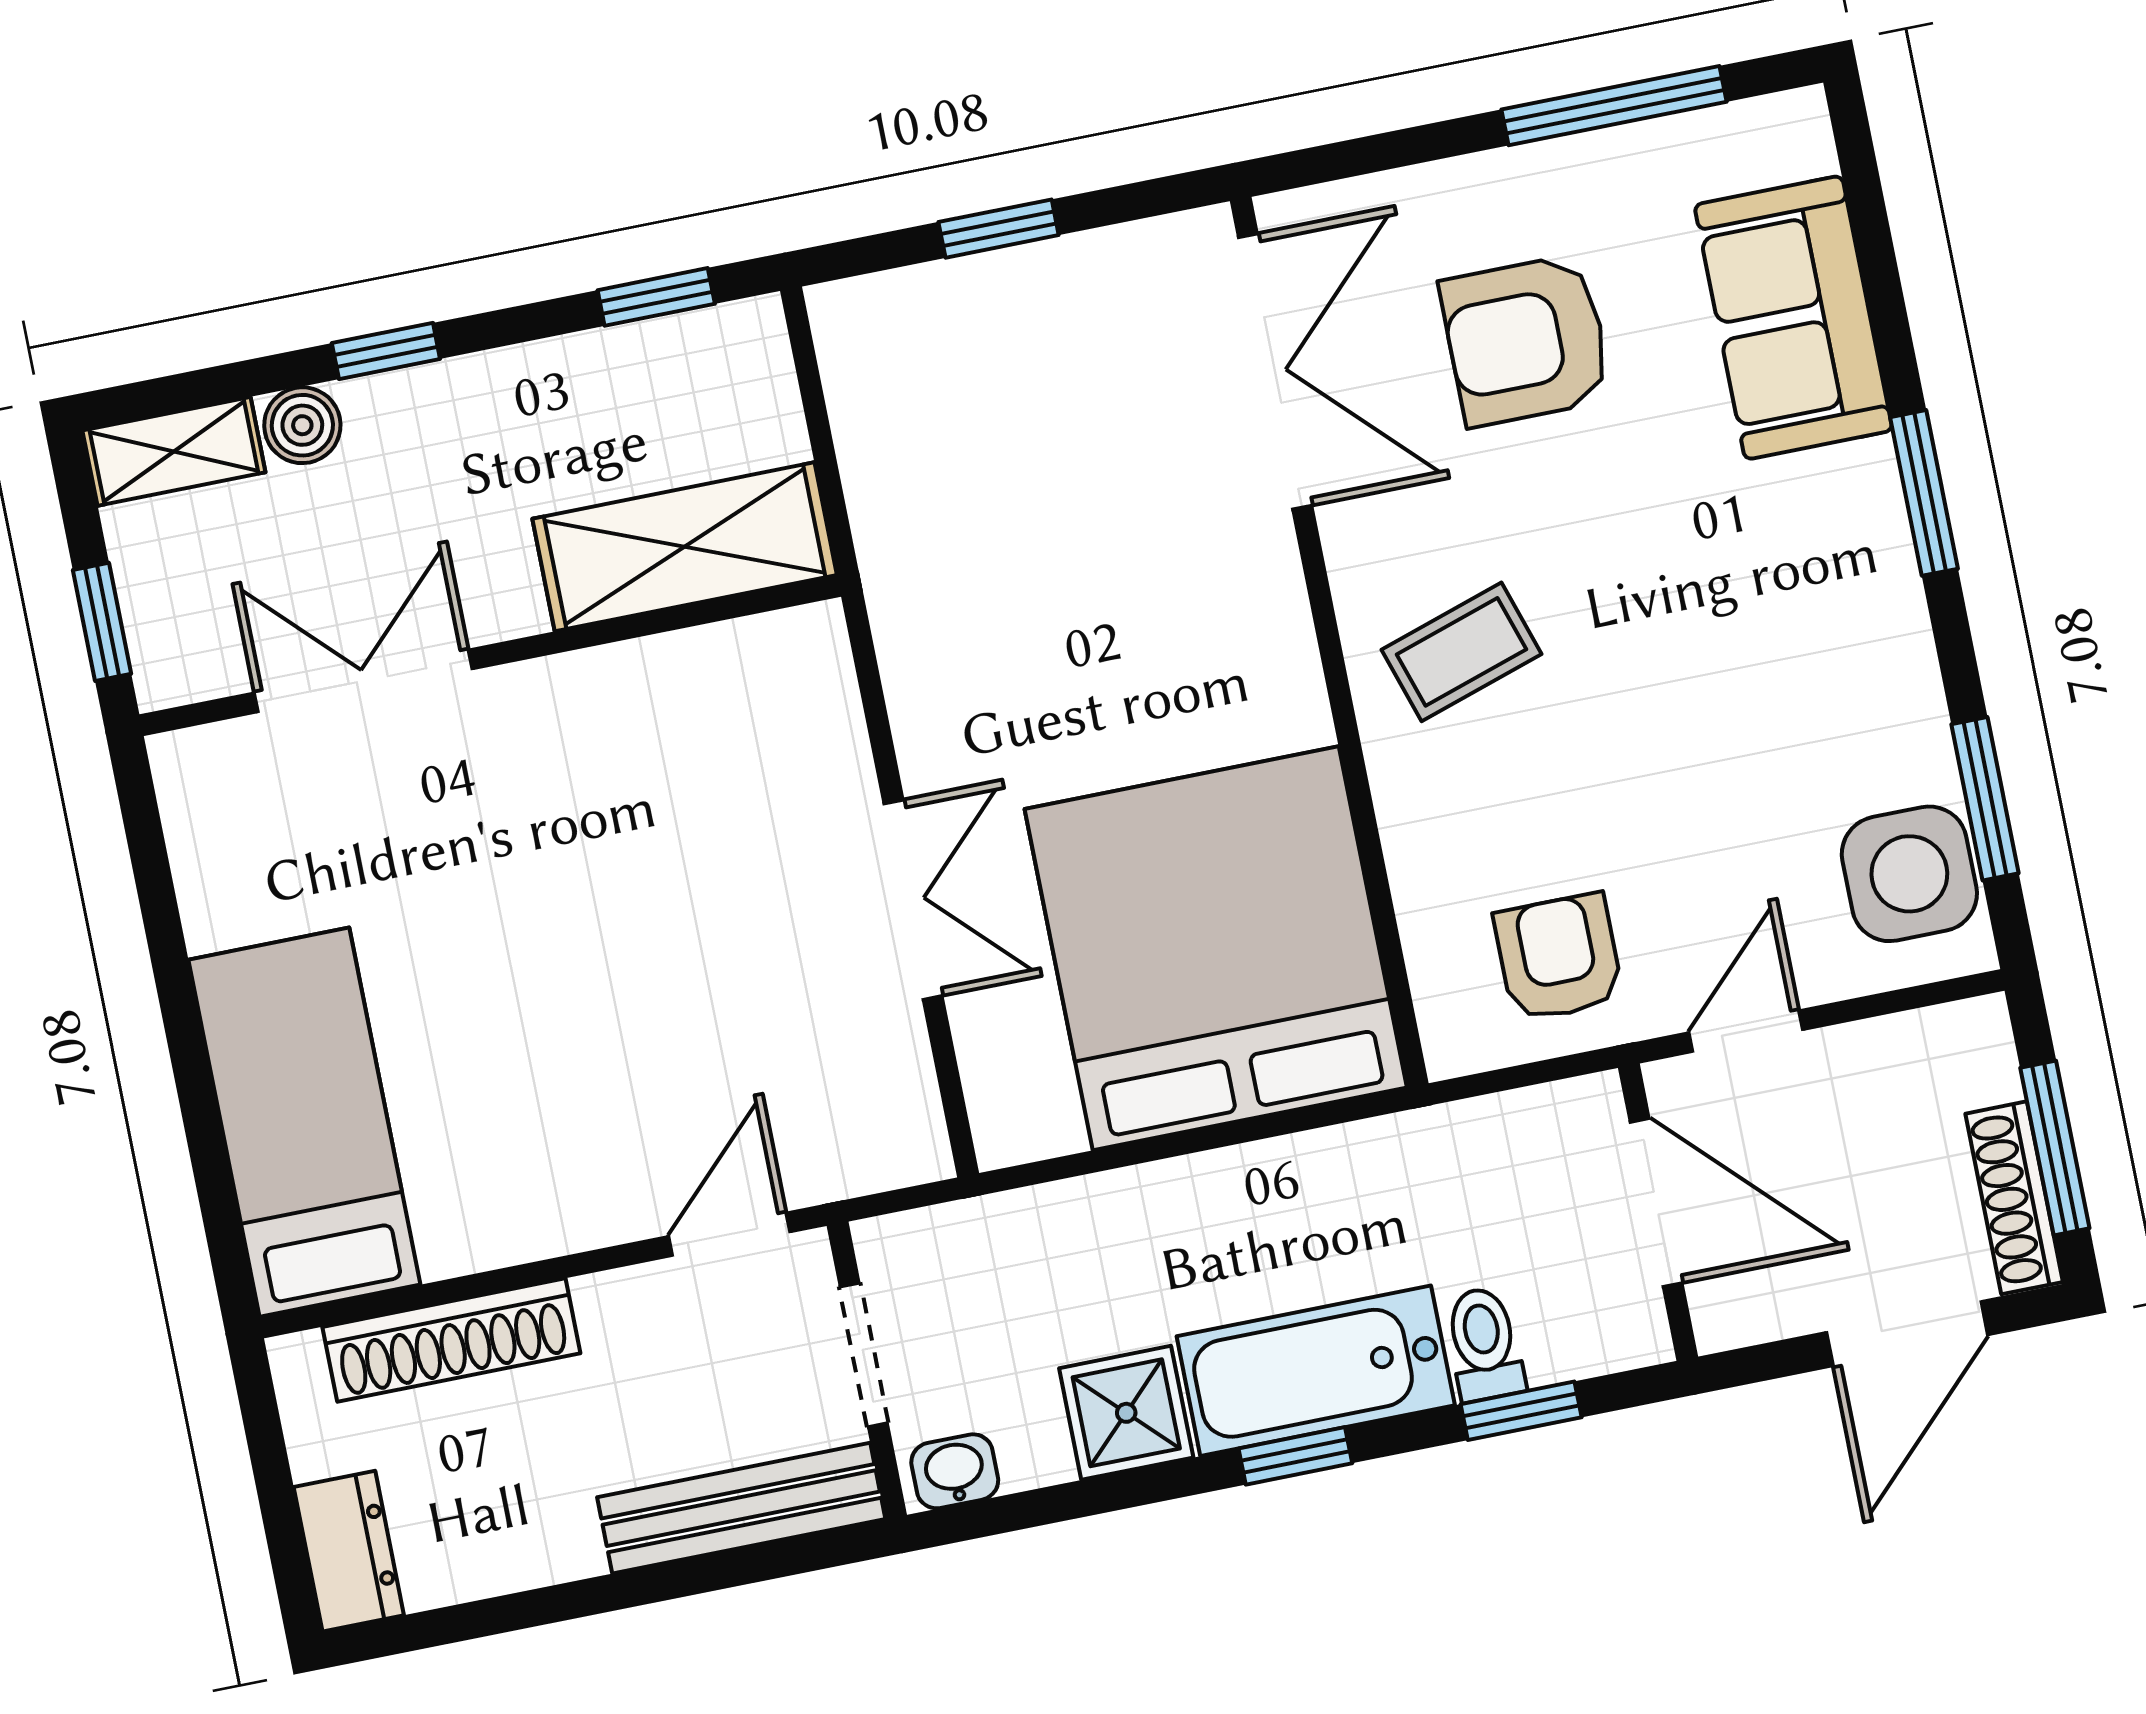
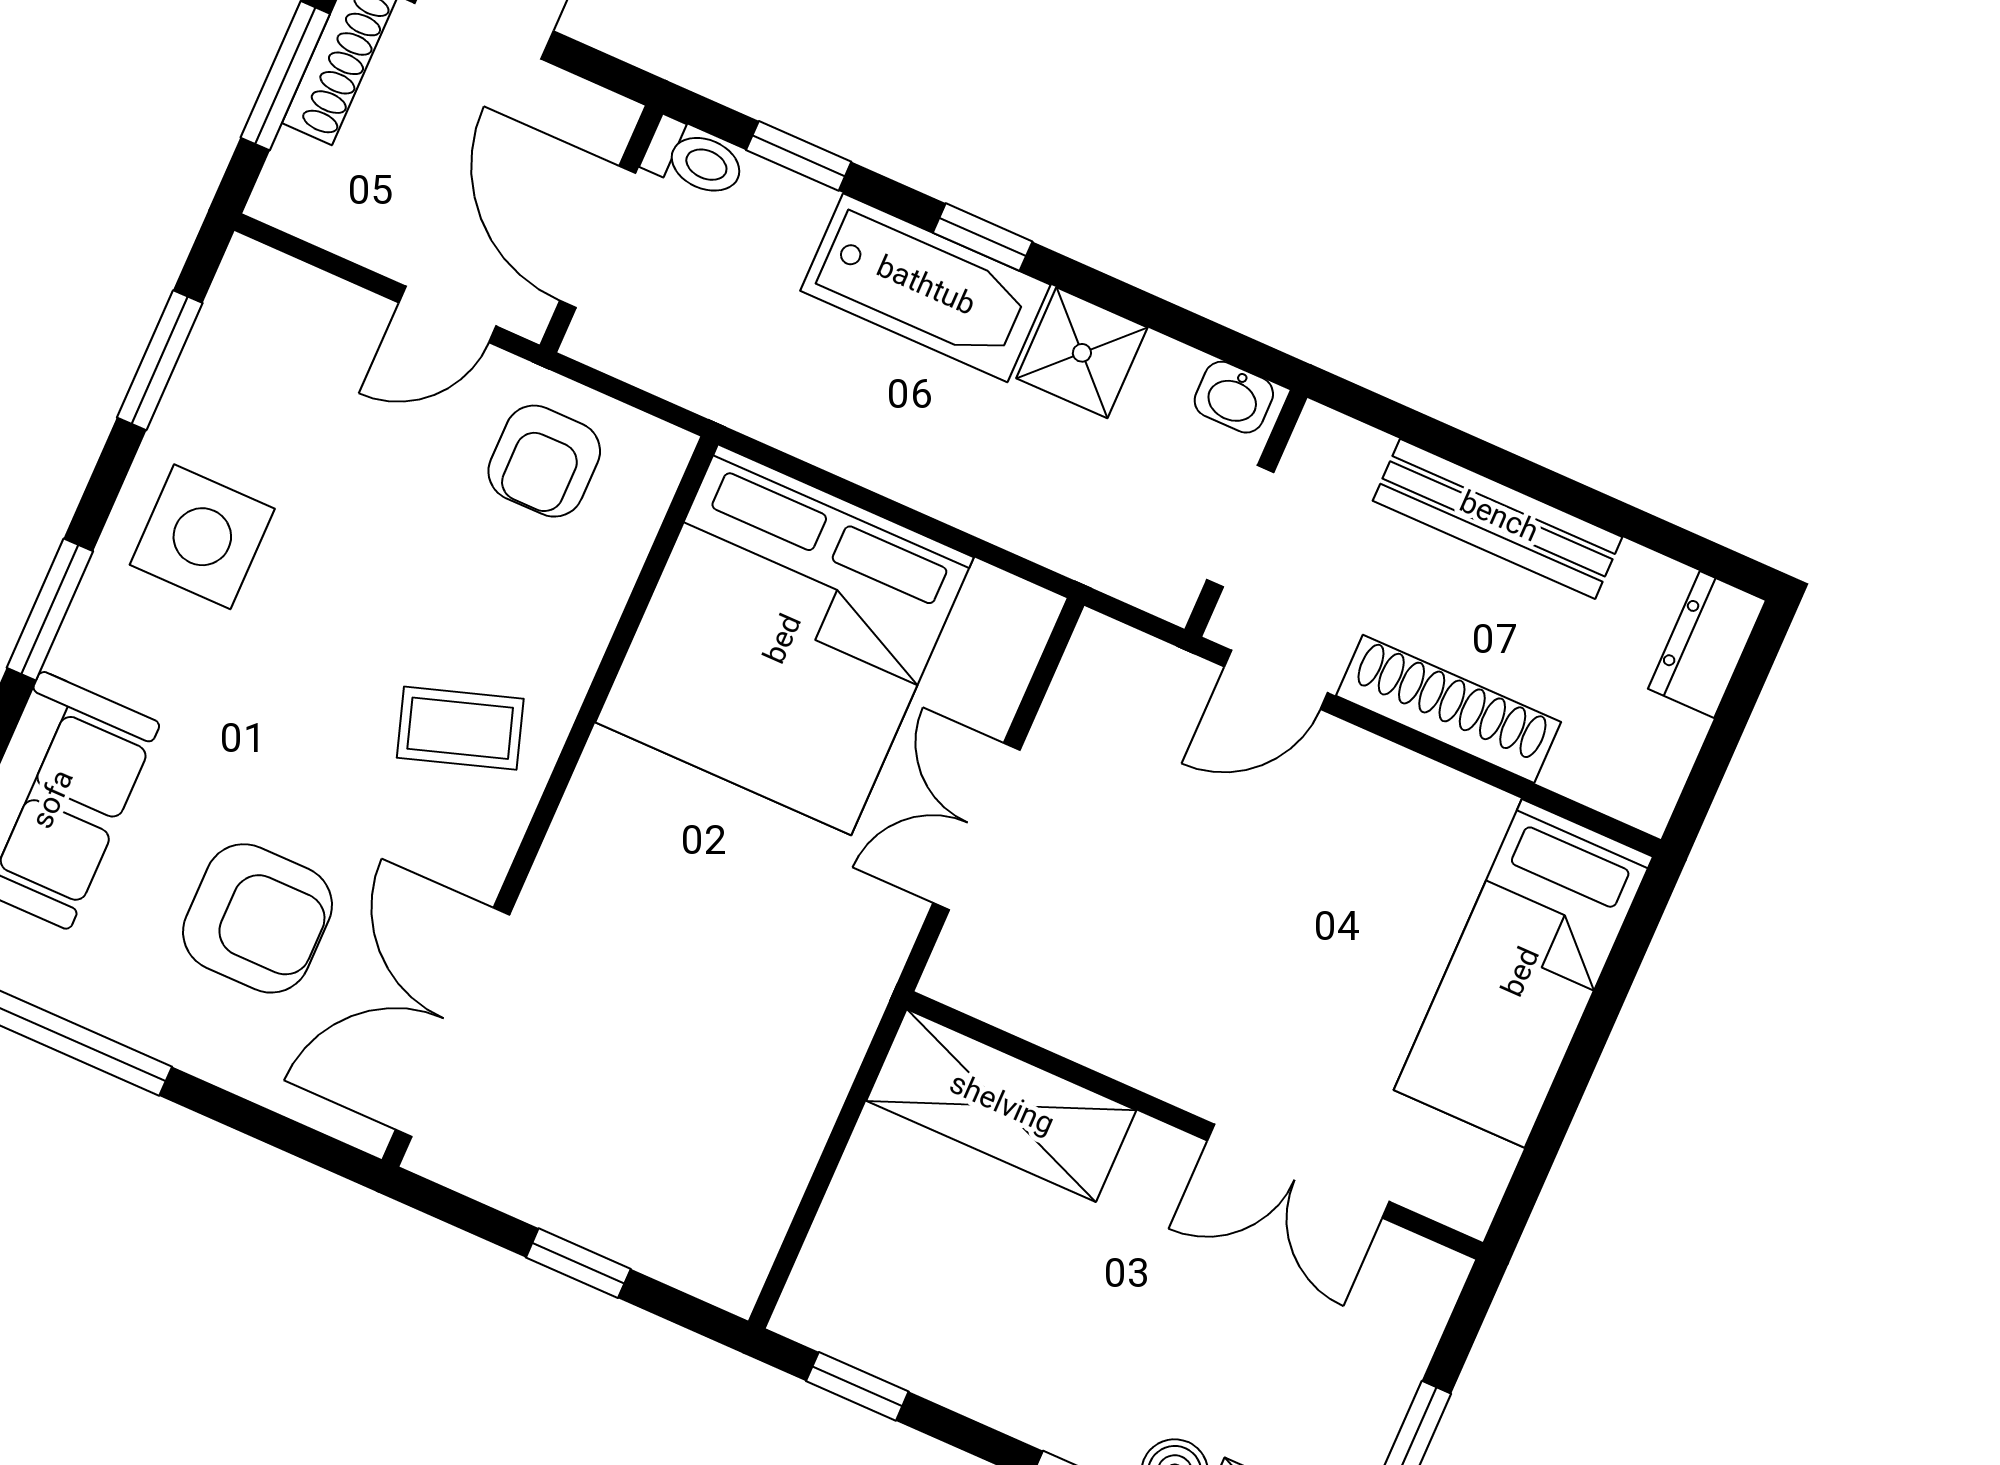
shelving: (685, 547) -> (1001, 1106), moved
wall: (490, 656) -> (1195, 1125), moved
double door: (363, 681) -> (1298, 1171), moved
side table: (1909, 874) -> (202, 537), moved
shoe rack: (451, 1340) -> (1449, 709), moved
toilet: (1484, 1344) -> (694, 159), moved, turned -90
bench: (741, 1508) -> (1498, 519), moved

